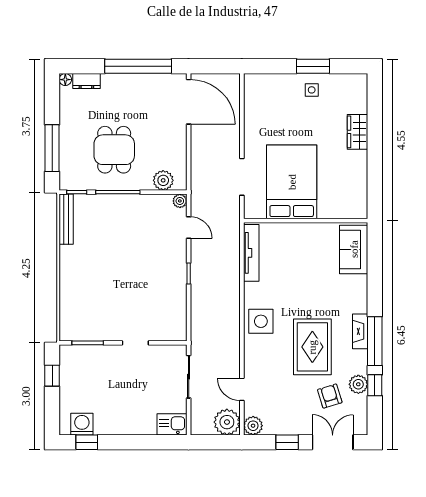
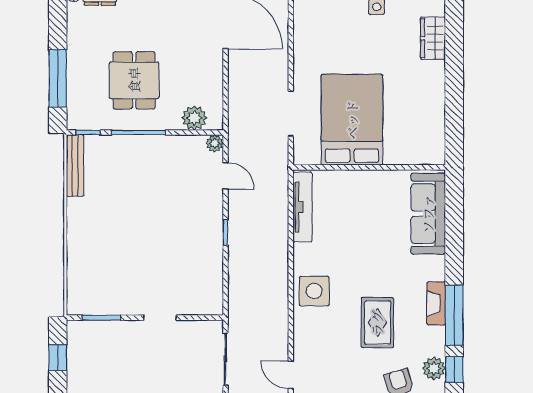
wardrobe: (358, 132) -> (433, 38), moved
sofa: (354, 249) -> (428, 214), width x1.36
rug: (312, 347) -> (377, 323), width x0.73, depth x0.70

